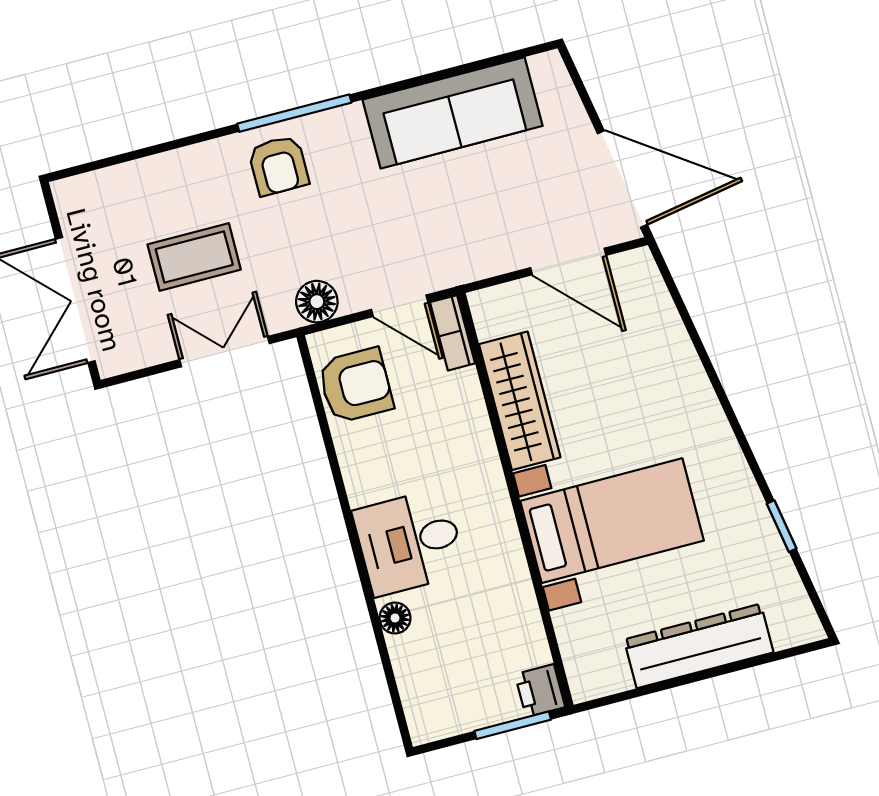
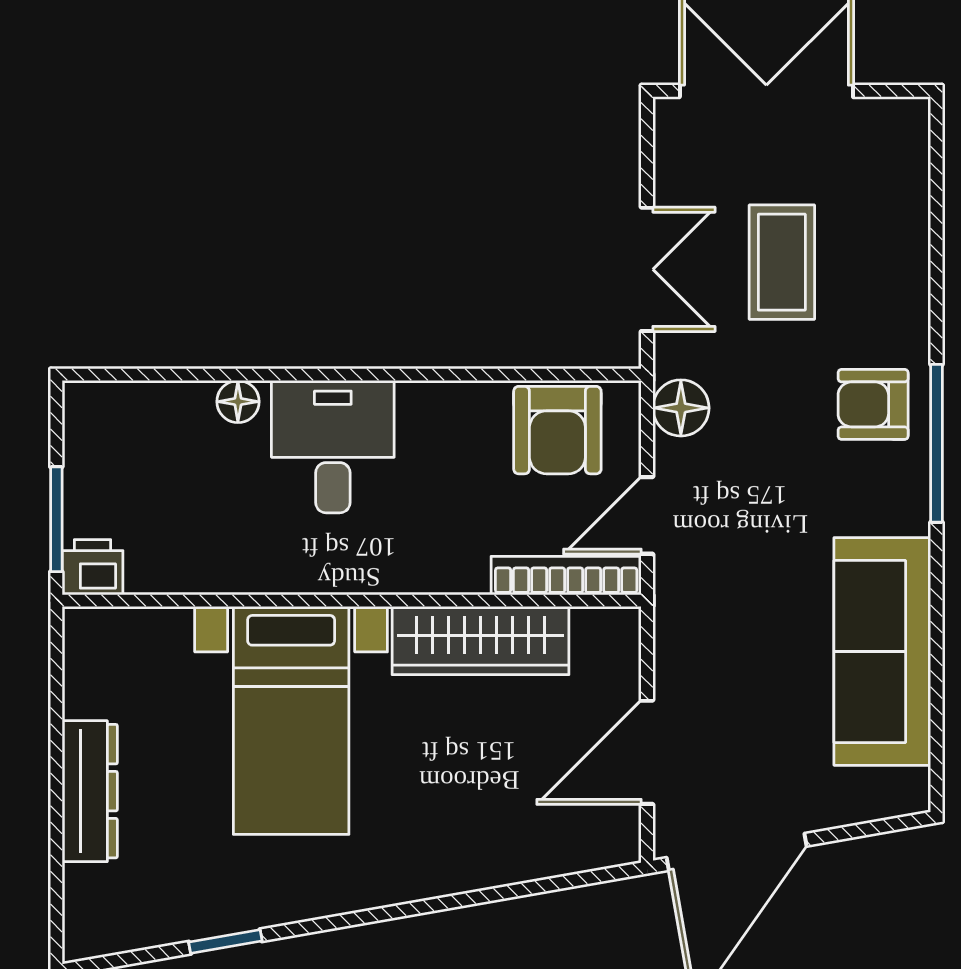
bookcase: (452, 333) -> (566, 576), width x1.56
dresser: (699, 646) -> (90, 791), width x0.73, depth x0.80

